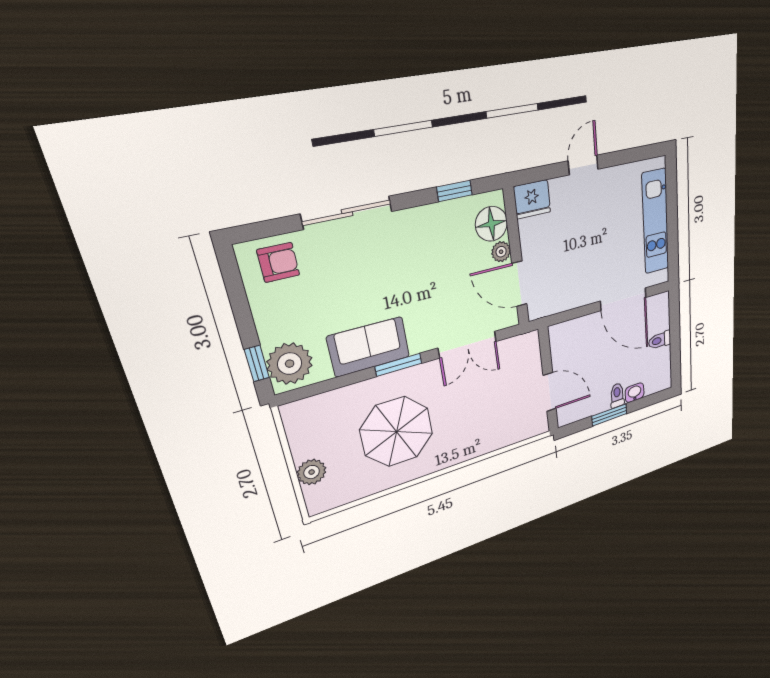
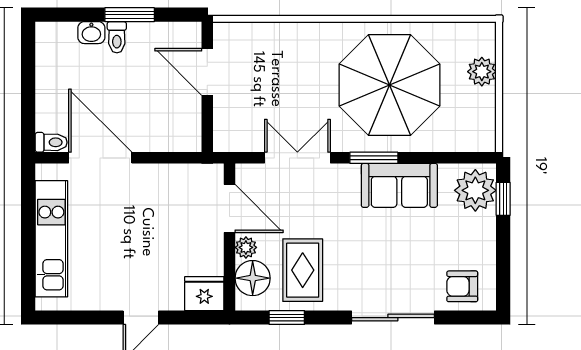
rug: (447, 242) -> (303, 270), added
toilet: (660, 340) -> (51, 142), moved
parasol: (397, 432) -> (389, 85), width x1.36, depth x1.36

